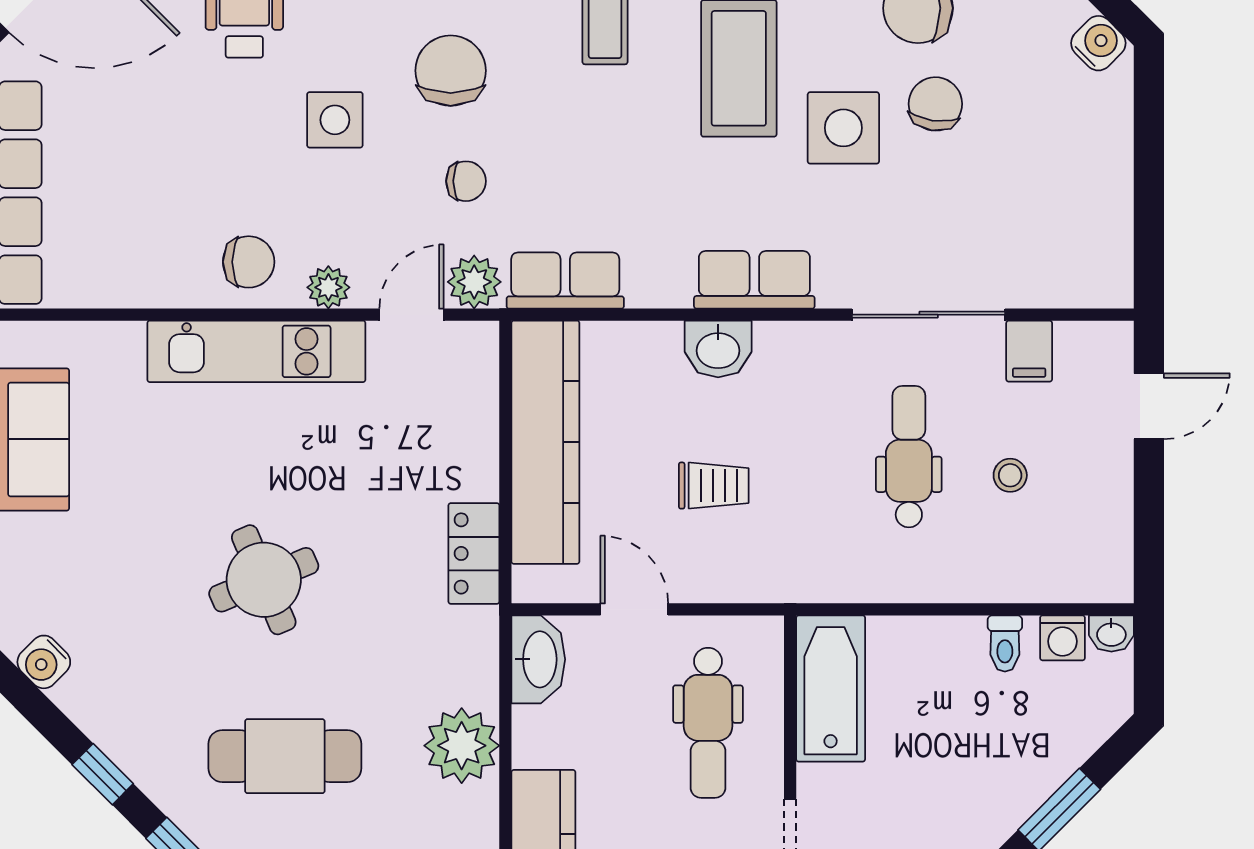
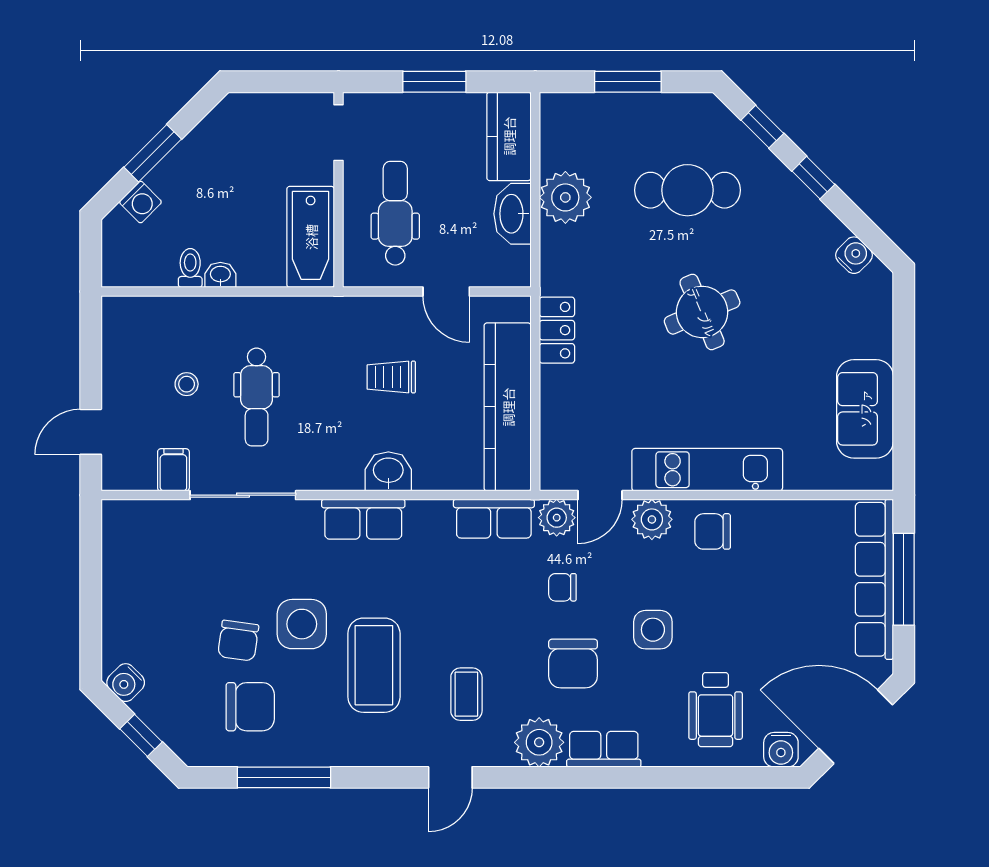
plant: (328, 287) -> (652, 519), width x1.38, depth x1.38
washbasin: (1111, 634) -> (220, 275), moved
washing machine: (1062, 638) -> (140, 202), moved, turned 135
washbasin: (538, 659) -> (512, 214), moved

